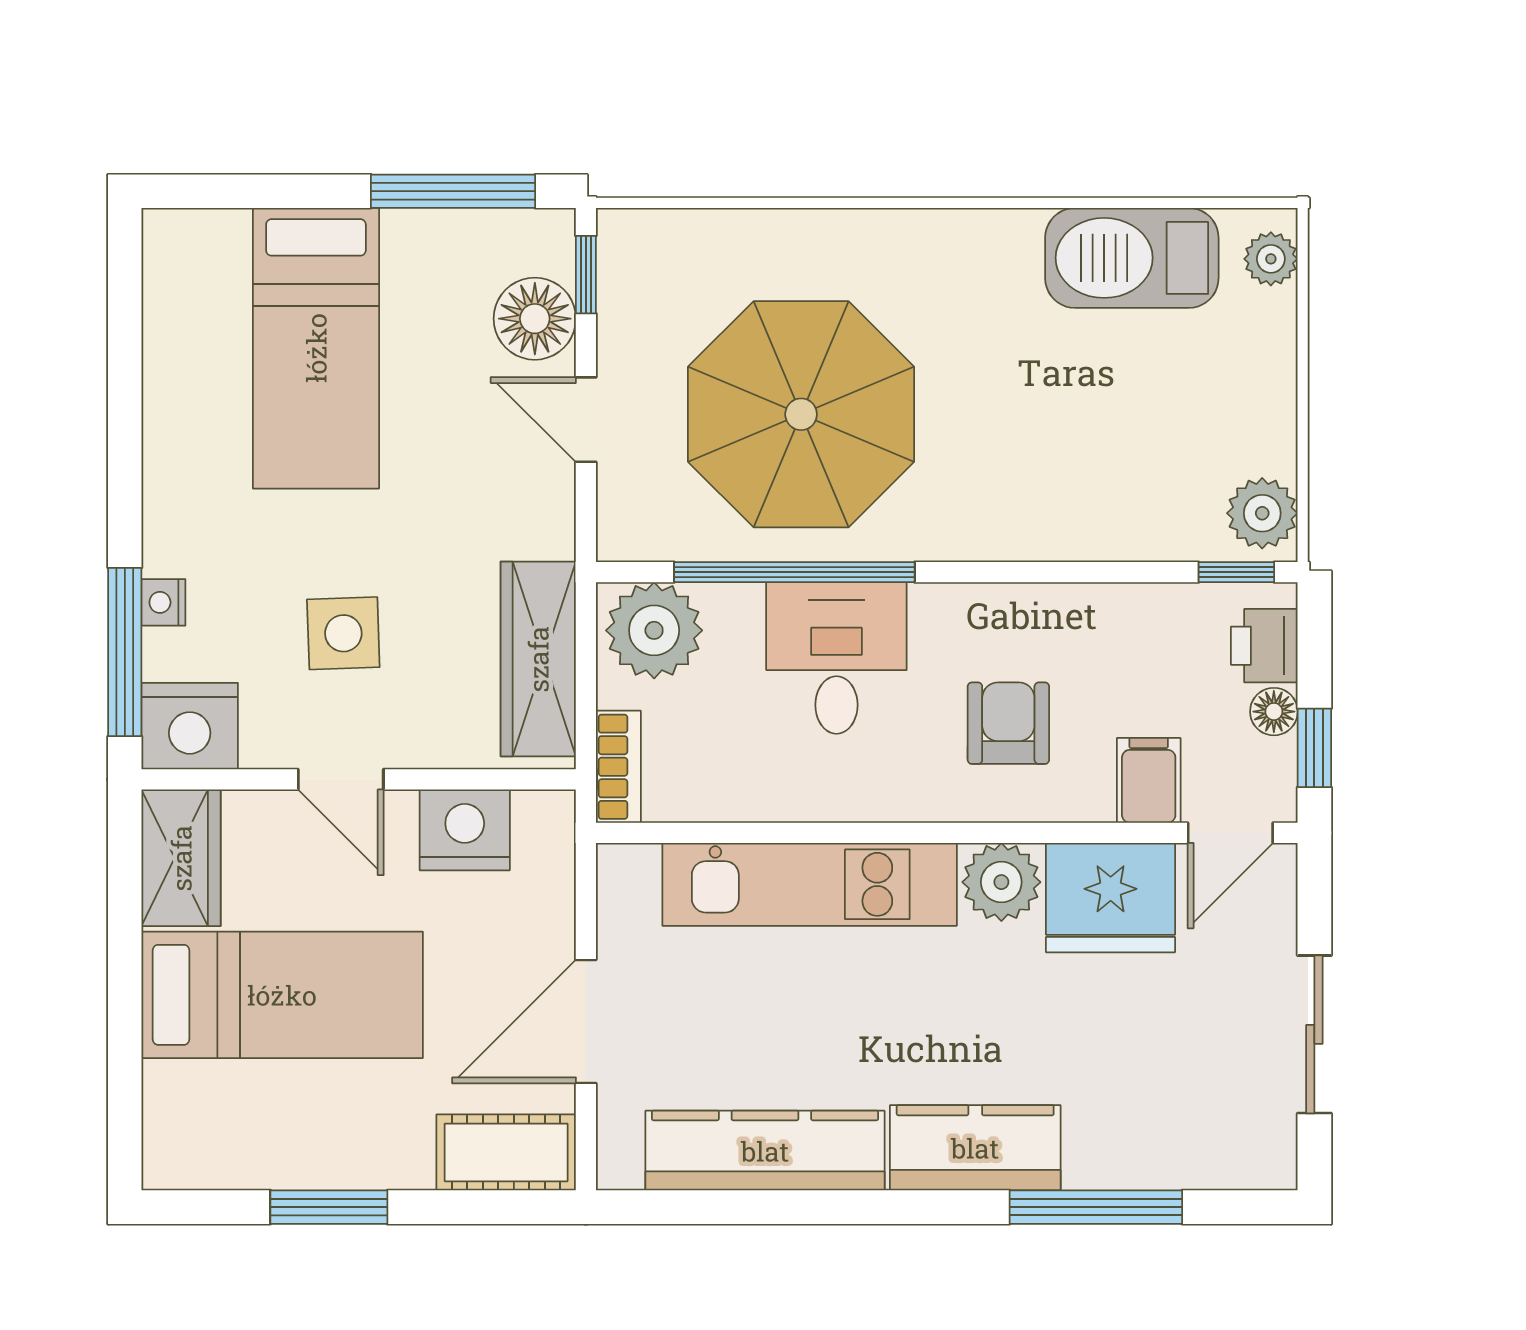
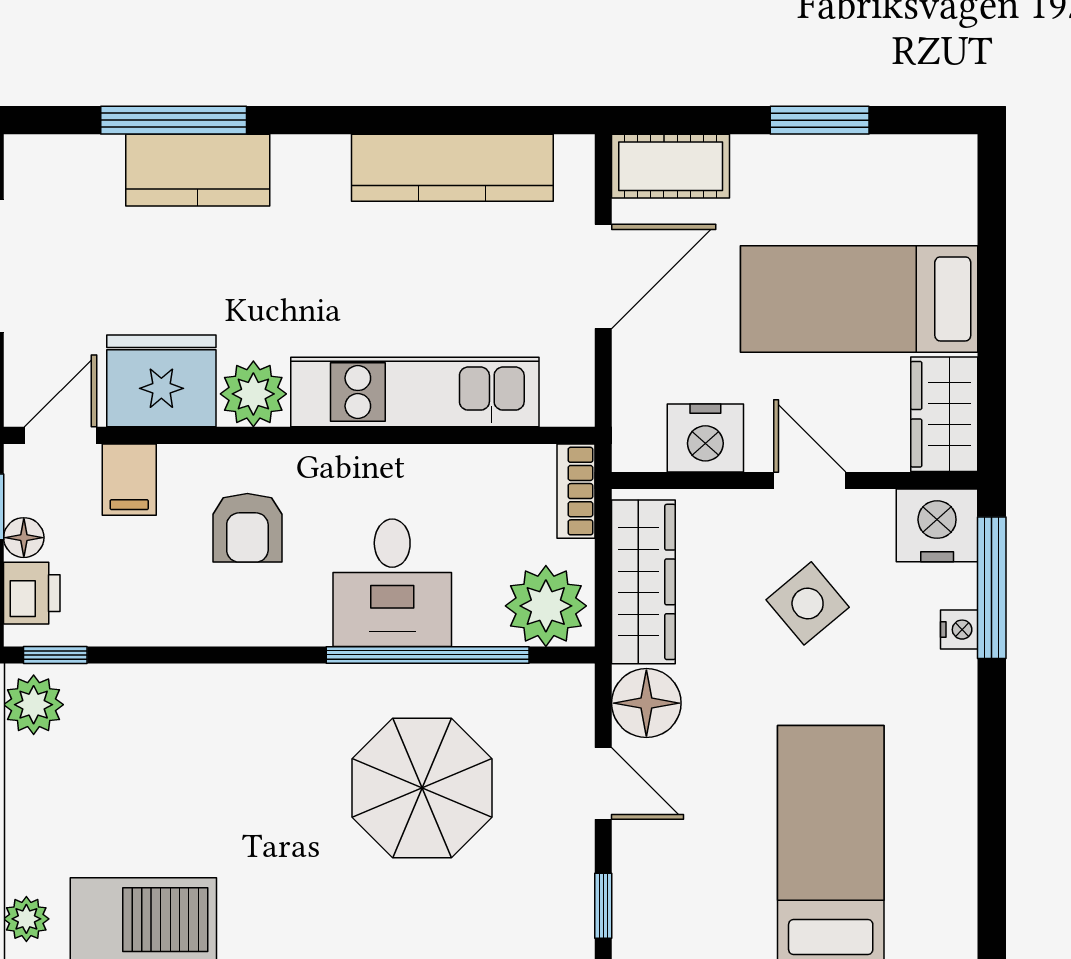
floor lamp: (535, 319) -> (646, 703), moved
parasol: (801, 414) -> (422, 788), width x0.73, depth x0.73
side table: (343, 633) -> (808, 603), turned -38
kitchen counter: (975, 1148) -> (198, 170), moved

